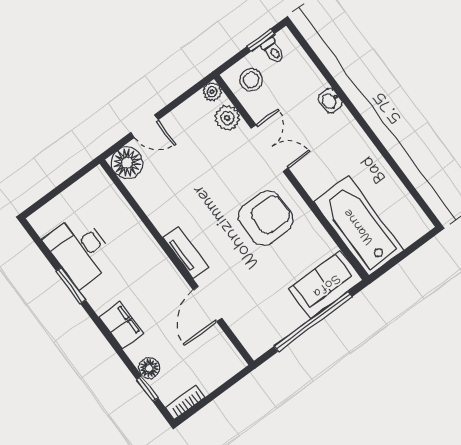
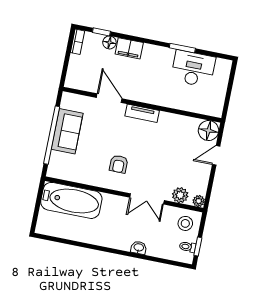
armchair: (266, 218) -> (119, 164), width x0.53, depth x0.53
sofa: (326, 285) -> (67, 131), moved
filing cabinet: (121, 325) -> (129, 48), moved

